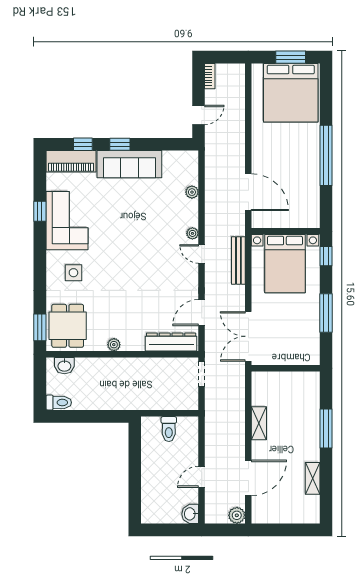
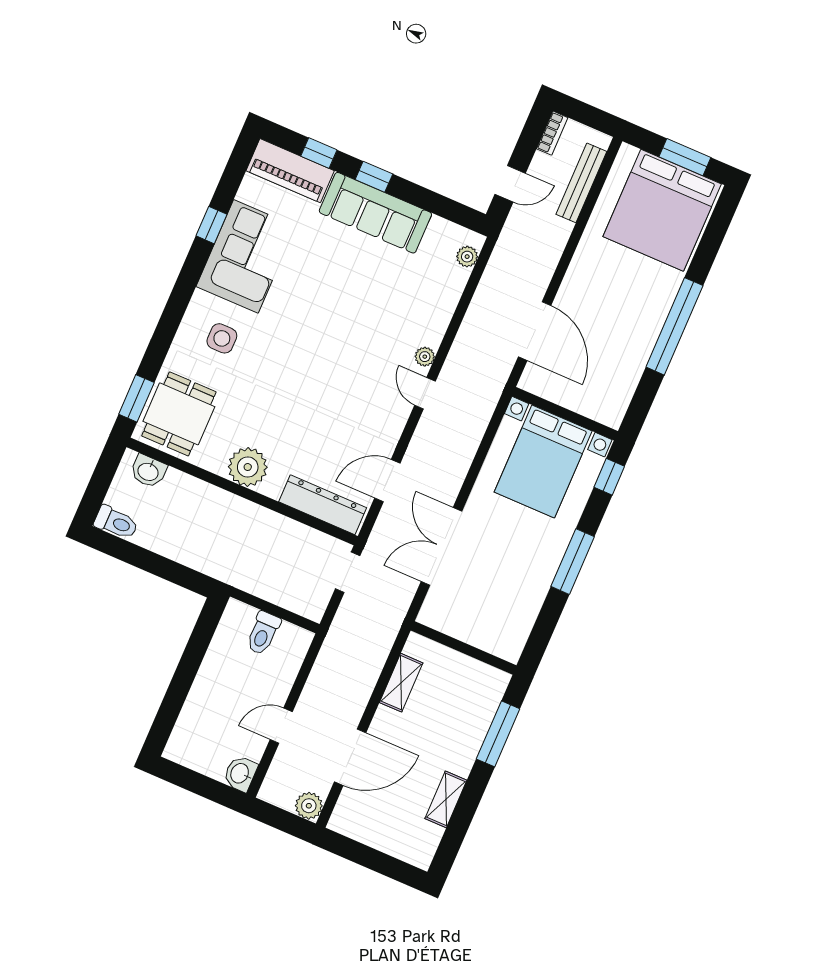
plant: (192, 192) -> (467, 257), moved
bench: (238, 261) -> (581, 183), moved
plant: (114, 345) -> (248, 467), width x1.87, depth x1.87
wall: (286, 368) -> (464, 648), moved

